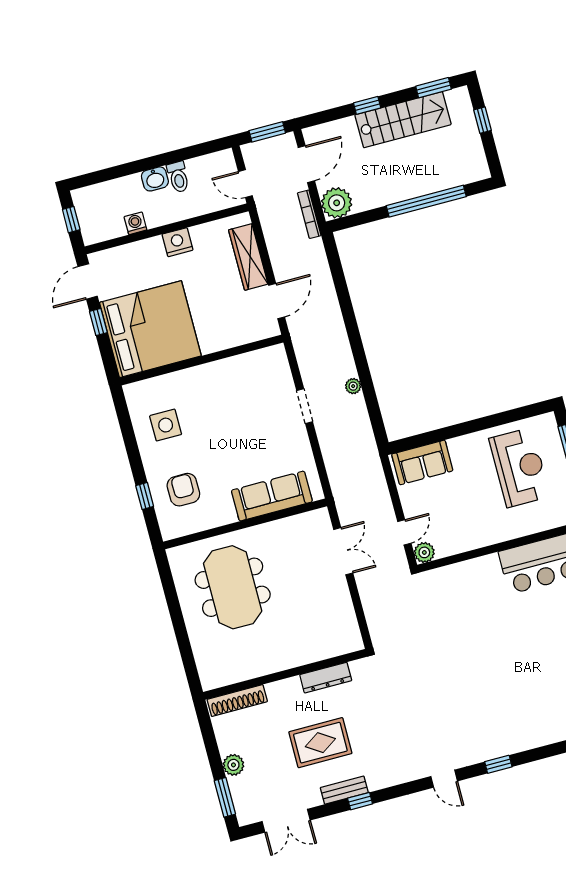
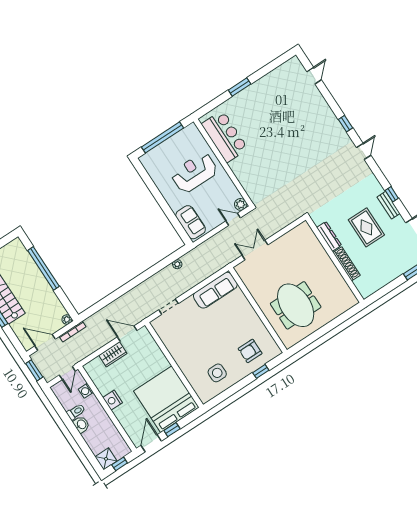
shower: (86, 200) -> (106, 459), added
plant: (337, 203) -> (67, 319), width x0.53, depth x0.53
washing machine: (135, 223) -> (86, 391), moved
wardrobe: (248, 257) -> (113, 354), width x0.67
door: (88, 281) -> (151, 443), swing flipped
plant: (353, 386) -> (177, 264), moved
doorway: (305, 406) -> (169, 307), moved
reception desk: (520, 467) -> (194, 173), moved
sofa: (272, 496) -> (215, 290), moved, turned -90
meeting table: (233, 587) -> (296, 305), turned 90
shoe rack: (237, 701) -> (346, 264), moved
plant: (233, 765) -> (395, 272), removed

